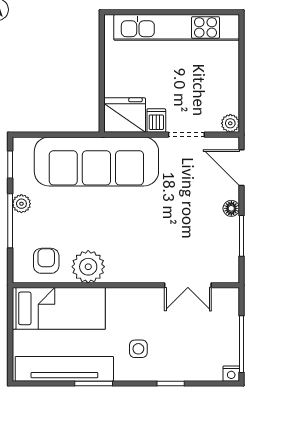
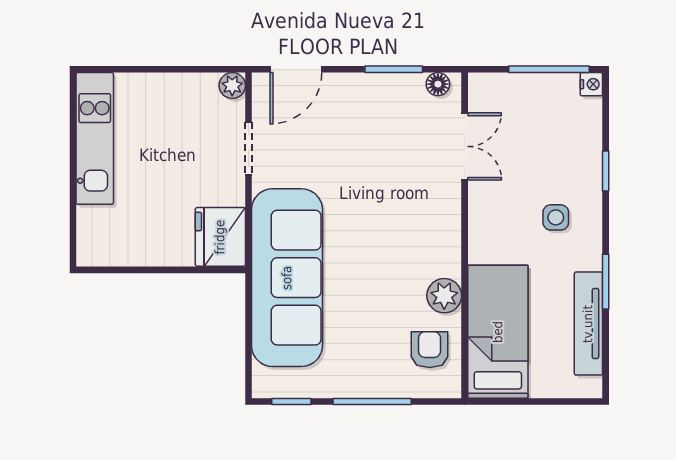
kitchen unit: (177, 27) -> (95, 138), width x0.73
dishwasher: (156, 121) -> (228, 192), removed
plant: (21, 204) -> (348, 385), removed
floor lamp: (231, 208) -> (438, 84), moved
armchair: (46, 261) -> (430, 350), turned 90
plant: (88, 267) -> (444, 296), width x0.73, depth x0.73
tv unit: (64, 369) -> (588, 324), width x0.73, depth x0.78

